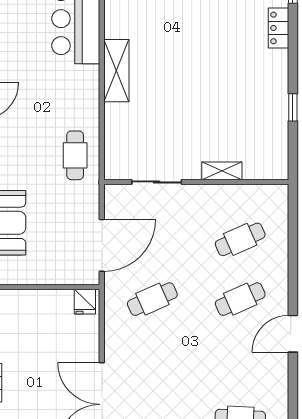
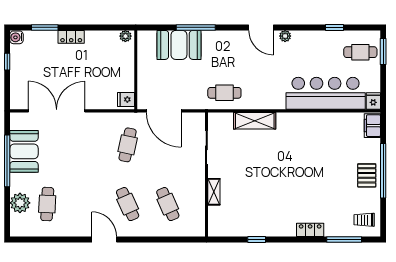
shelving: (116, 71) -> (255, 121), moved
cafe table: (152, 299) -> (128, 145), turned 36

